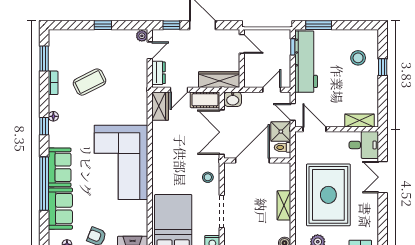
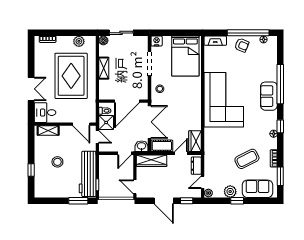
plant: (112, 38) -> (230, 192), added
stool: (358, 58) -> (57, 162), moved
door: (272, 90) -> (124, 153), moved
sofa: (60, 209) -> (258, 189), moved, turned 90

